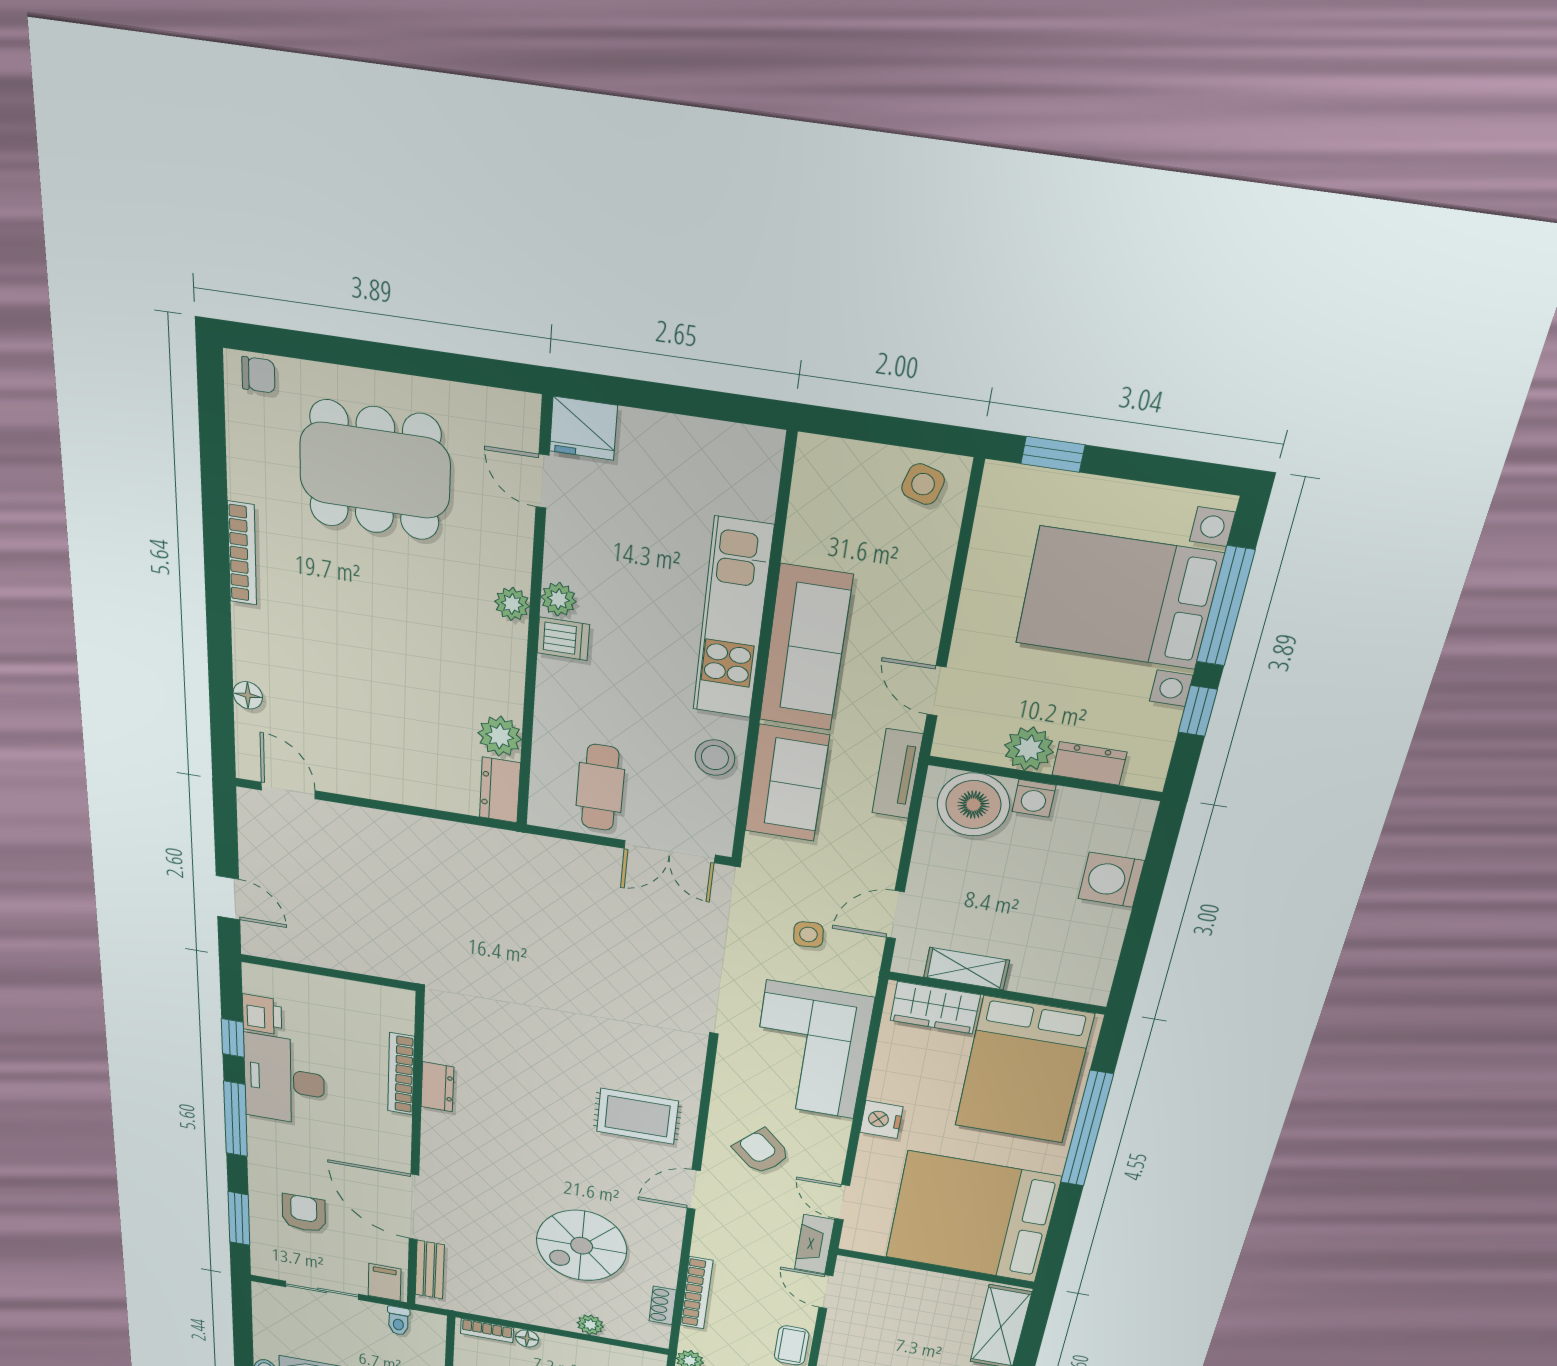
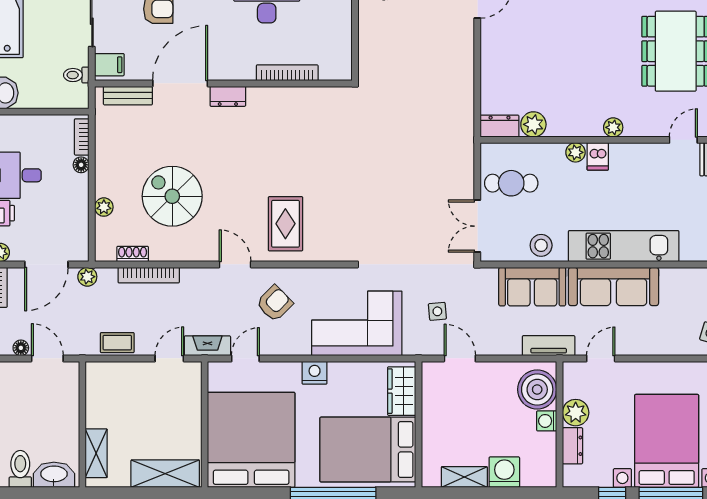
plant: (559, 599) -> (575, 152), moved
shelving: (966, 969) -> (464, 477), moved, turned 90
dresser: (437, 1087) -> (228, 96), moved

